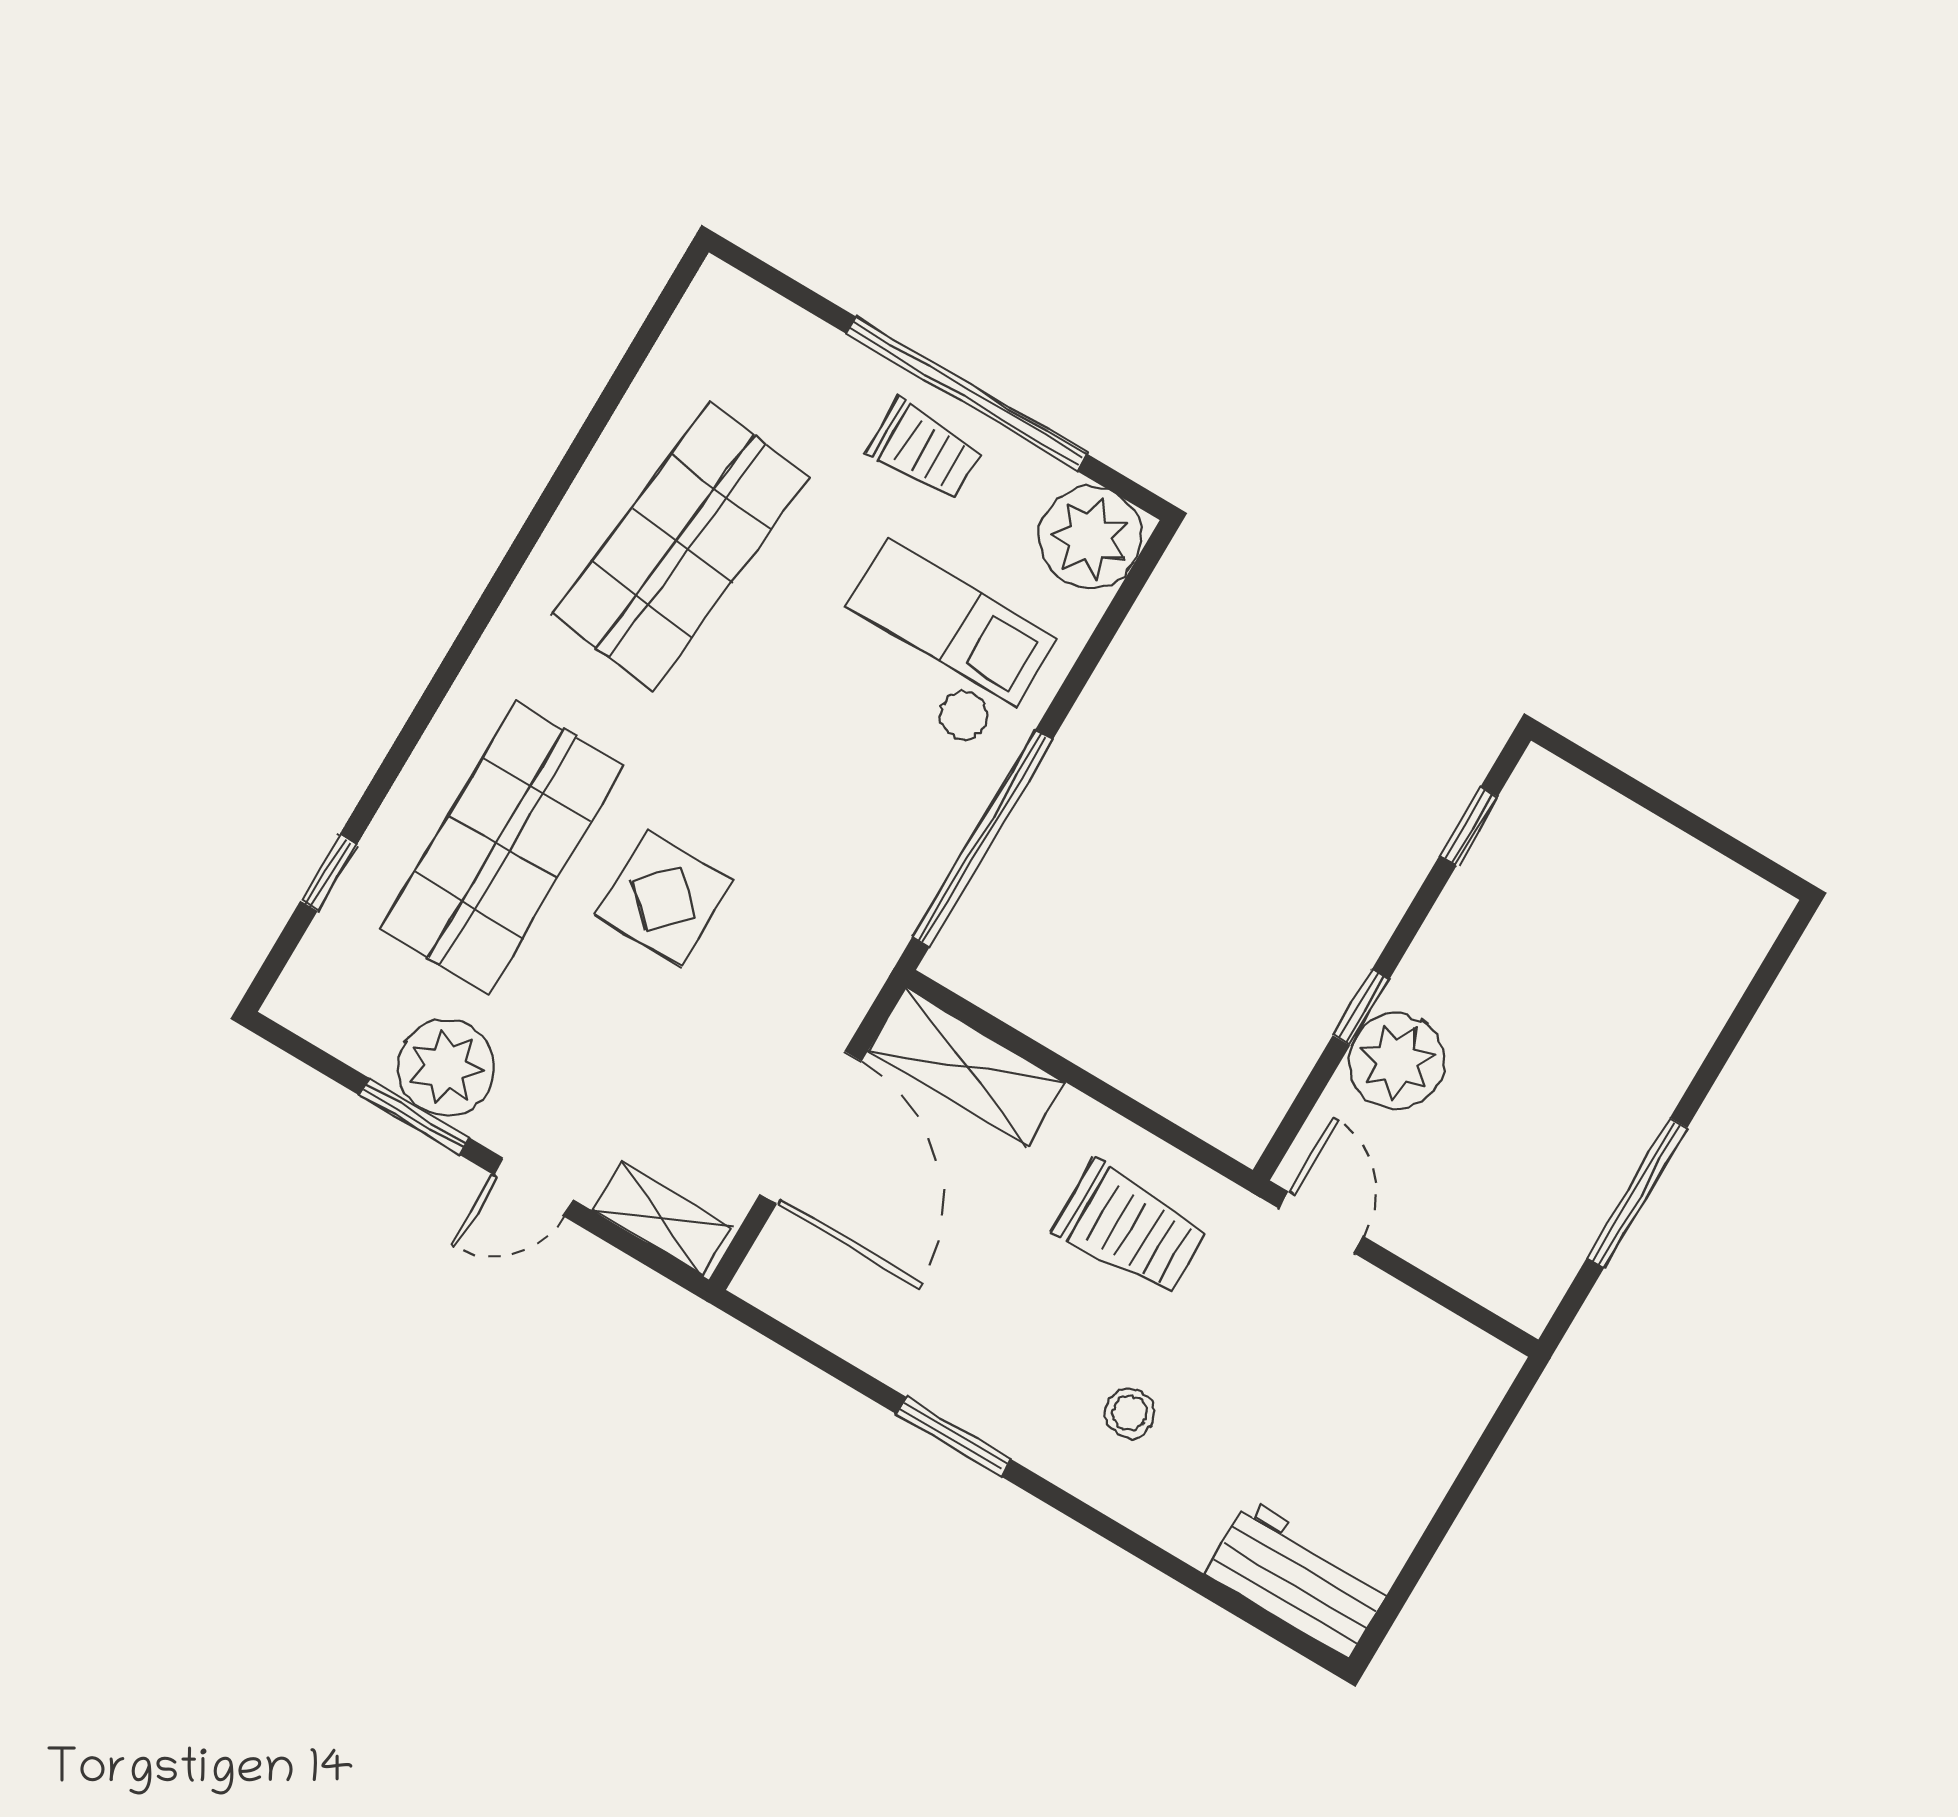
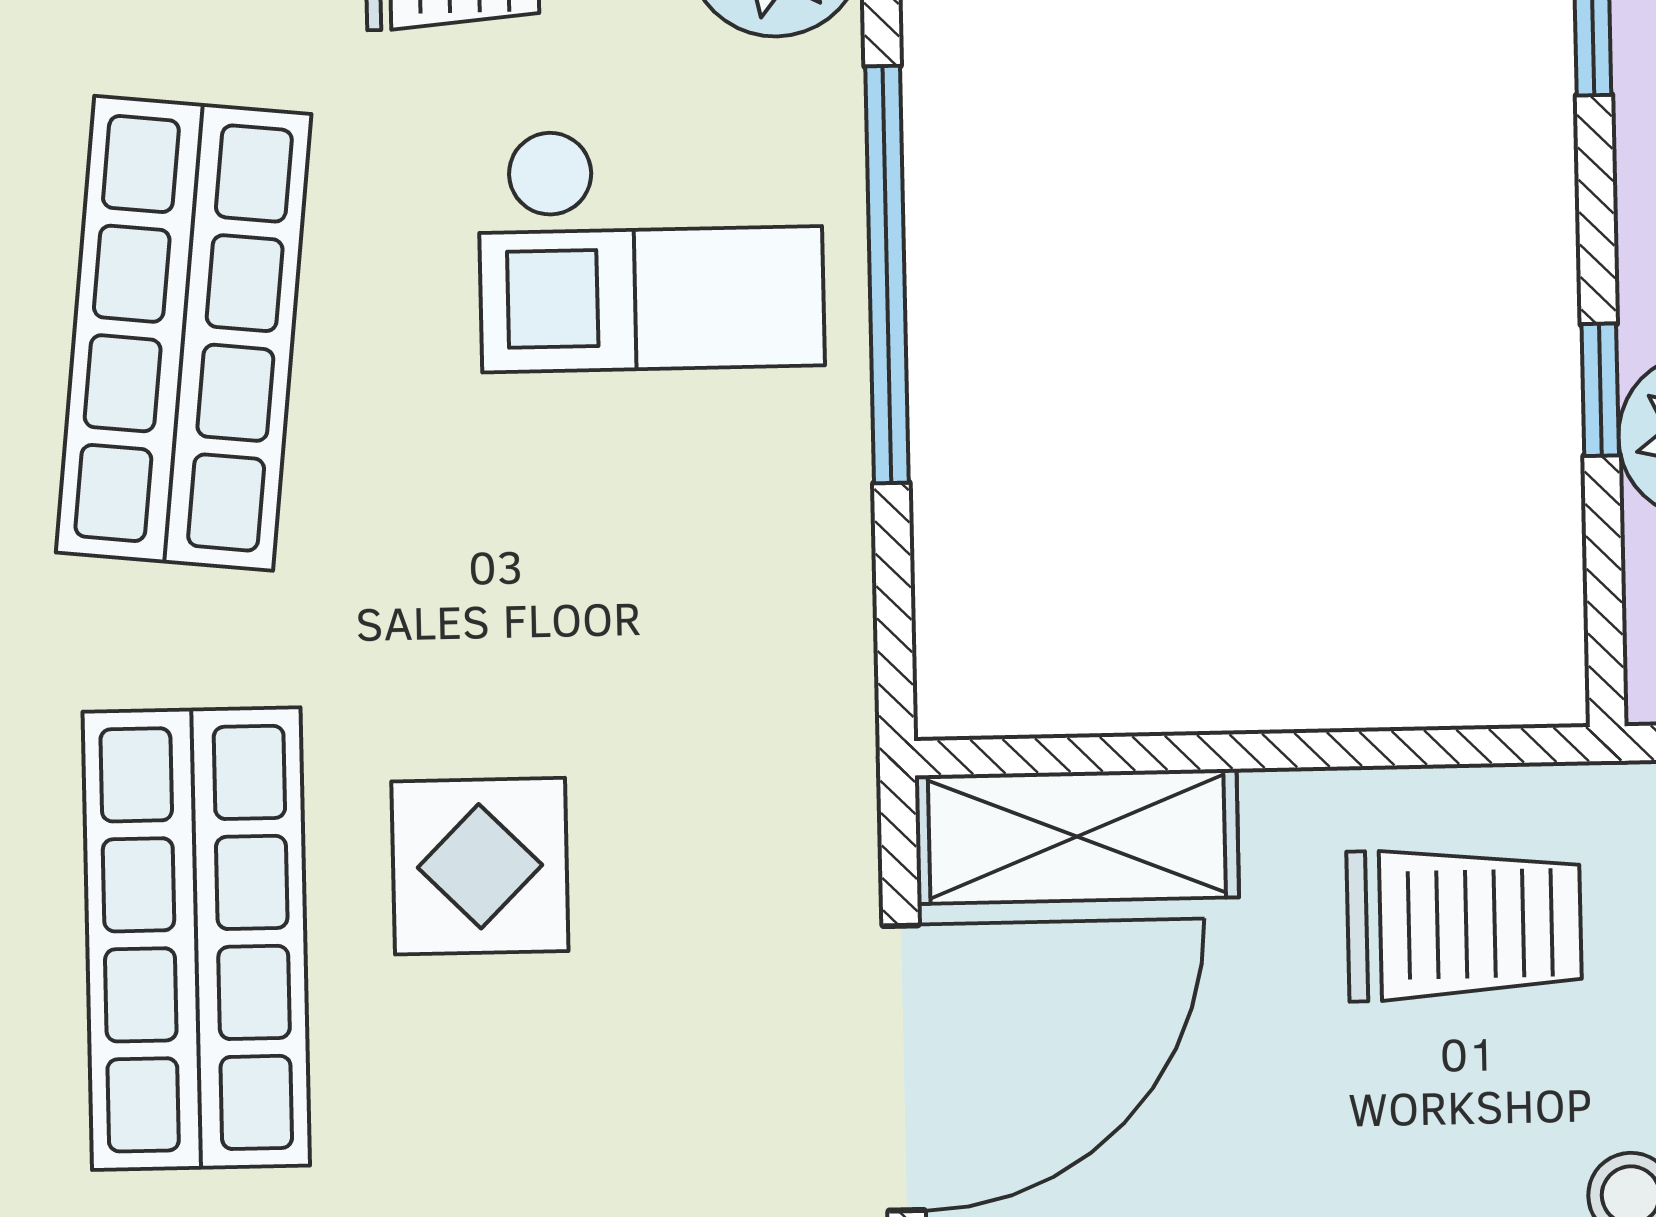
checkout: (937, 647) -> (651, 249), turned 180
window: (982, 838) -> (887, 275), moved
door: (811, 1128) -> (904, 1068), hinge flipped

